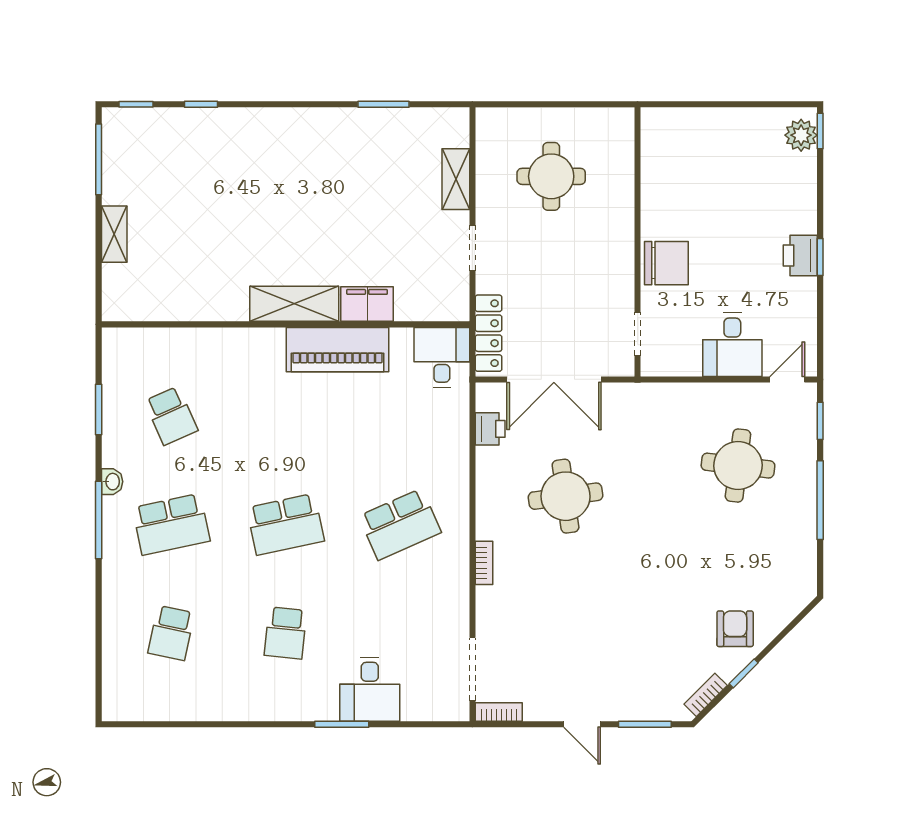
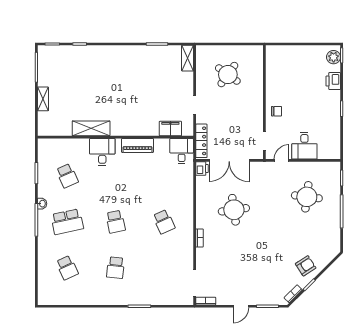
round table: (551, 176) -> (228, 75), turned 36
shelving: (456, 179) -> (187, 58), moved
printer: (800, 256) -> (333, 81), moved
chair: (666, 263) -> (277, 111), width x0.54, depth x0.54
shelving: (294, 304) -> (91, 128), moved
filing cabinet: (367, 304) -> (170, 129), moved
piano: (338, 350) -> (137, 145), width x0.73, depth x0.75
door: (787, 379) -> (282, 160), moved
printer: (490, 429) -> (202, 169), moved
school desk: (286, 524) -> (115, 222), width x0.54
school desk: (400, 524) -> (164, 222), width x0.54
armchair: (735, 629) -> (306, 266), turned 57
school desk: (171, 633) -> (67, 268), turned -36
desk: (370, 689) -> (102, 152), moved, turned 180
door: (582, 724) -> (241, 306), hinge flipped

